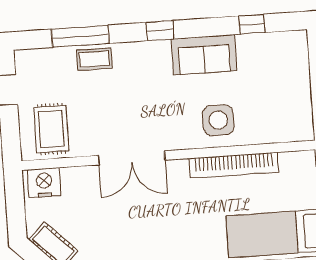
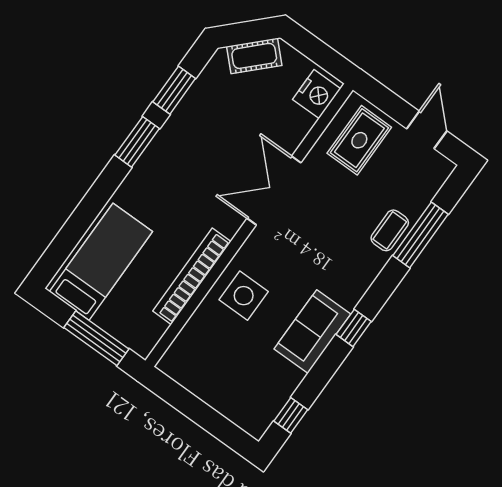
window: (252, 24) -> (291, 415), moved
window: (160, 31) -> (354, 328), moved
rug: (51, 129) -> (359, 140), turned 90

